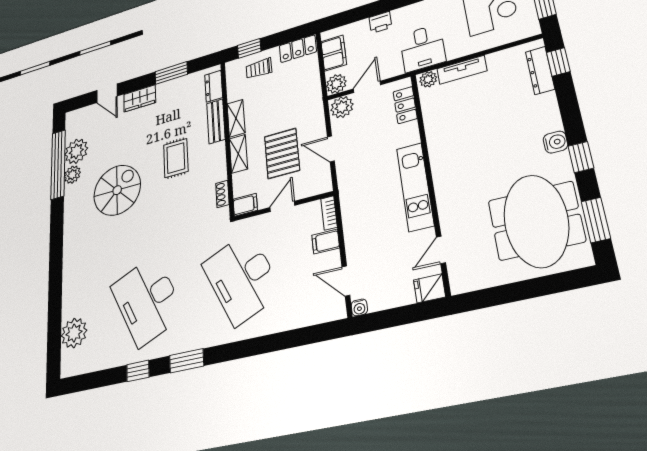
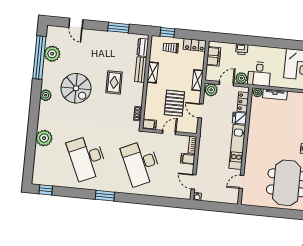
plant: (336, 84) -> (241, 78), moved
wardrobe: (140, 98) -> (97, 36), removed
shelving: (238, 154) -> (198, 80), moved
plant: (72, 175) -> (46, 95), moved
spiral stairs: (117, 190) -> (76, 88), turned 90
fridge: (429, 288) -> (240, 118), moved
plant: (74, 333) -> (44, 138), moved
window: (138, 371) -> (46, 190), moved

